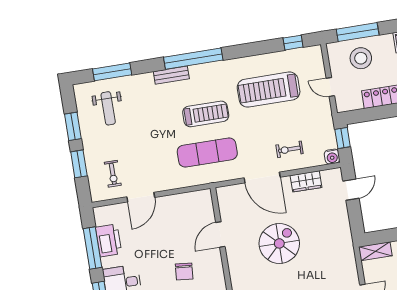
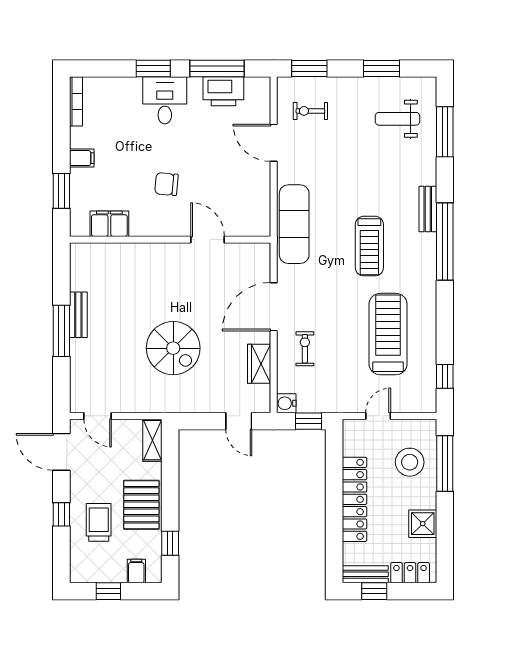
exercise mat: (207, 153) -> (294, 224), moved
window: (79, 164) -> (309, 69), moved
spiral stairs: (279, 243) -> (173, 348), moved

